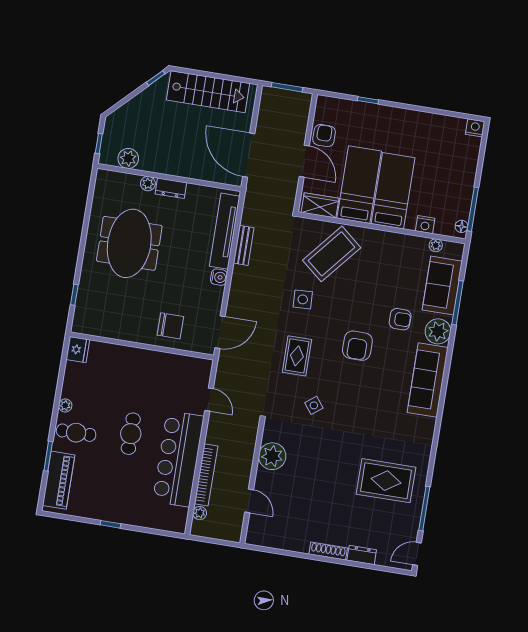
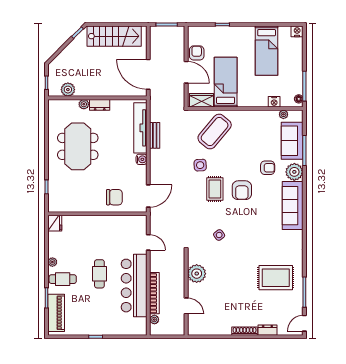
bed: (393, 191) -> (267, 51), moved, turned 180
rug: (297, 356) -> (215, 189), moved

